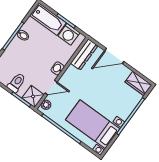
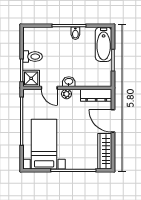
washing machine: (69, 34) -> (104, 71), removed
wardrobe: (138, 84) -> (105, 151), width x1.50
plant: (46, 105) -> (67, 94), moved

